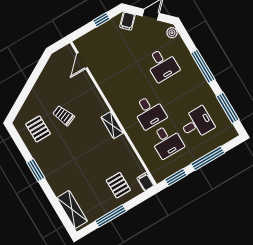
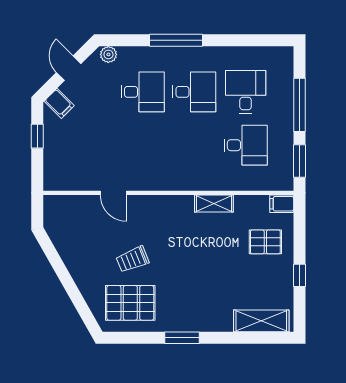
door: (82, 61) -> (113, 193), moved
window: (228, 108) -> (249, 40), removed
desk: (149, 112) -> (194, 92), moved
shelving: (112, 125) -> (214, 204), moved
pallet: (38, 129) -> (130, 303), width x1.50, depth x1.42
window: (111, 216) -> (299, 275), width x0.46

